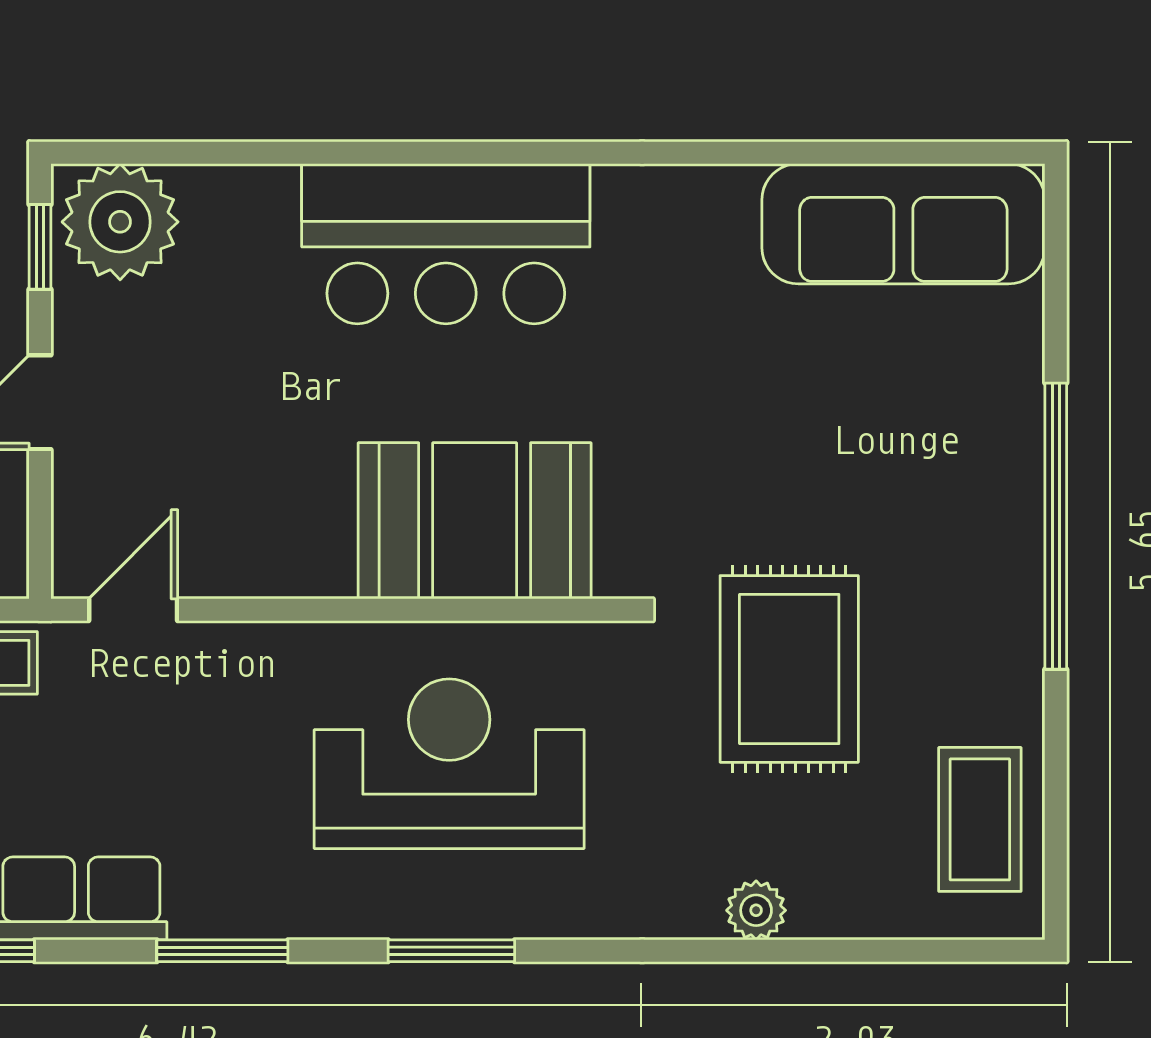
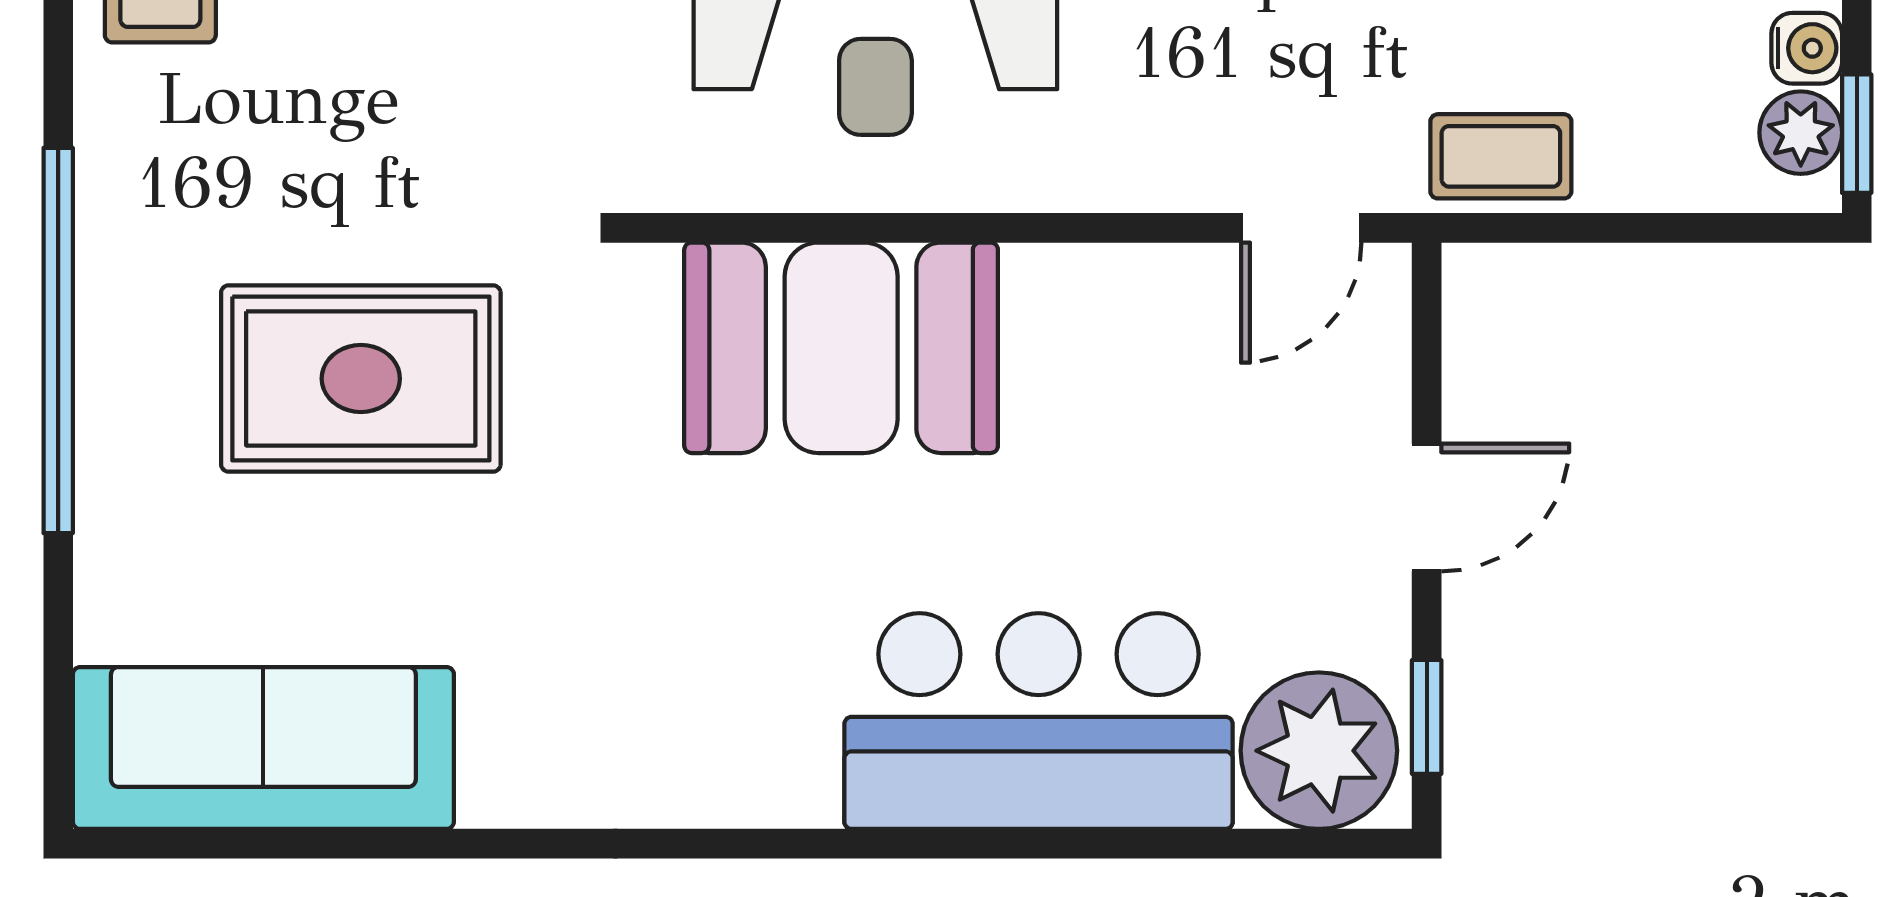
bar counter: (446, 244) -> (1039, 721), moved
rug: (789, 669) -> (361, 379), moved, turned 90

